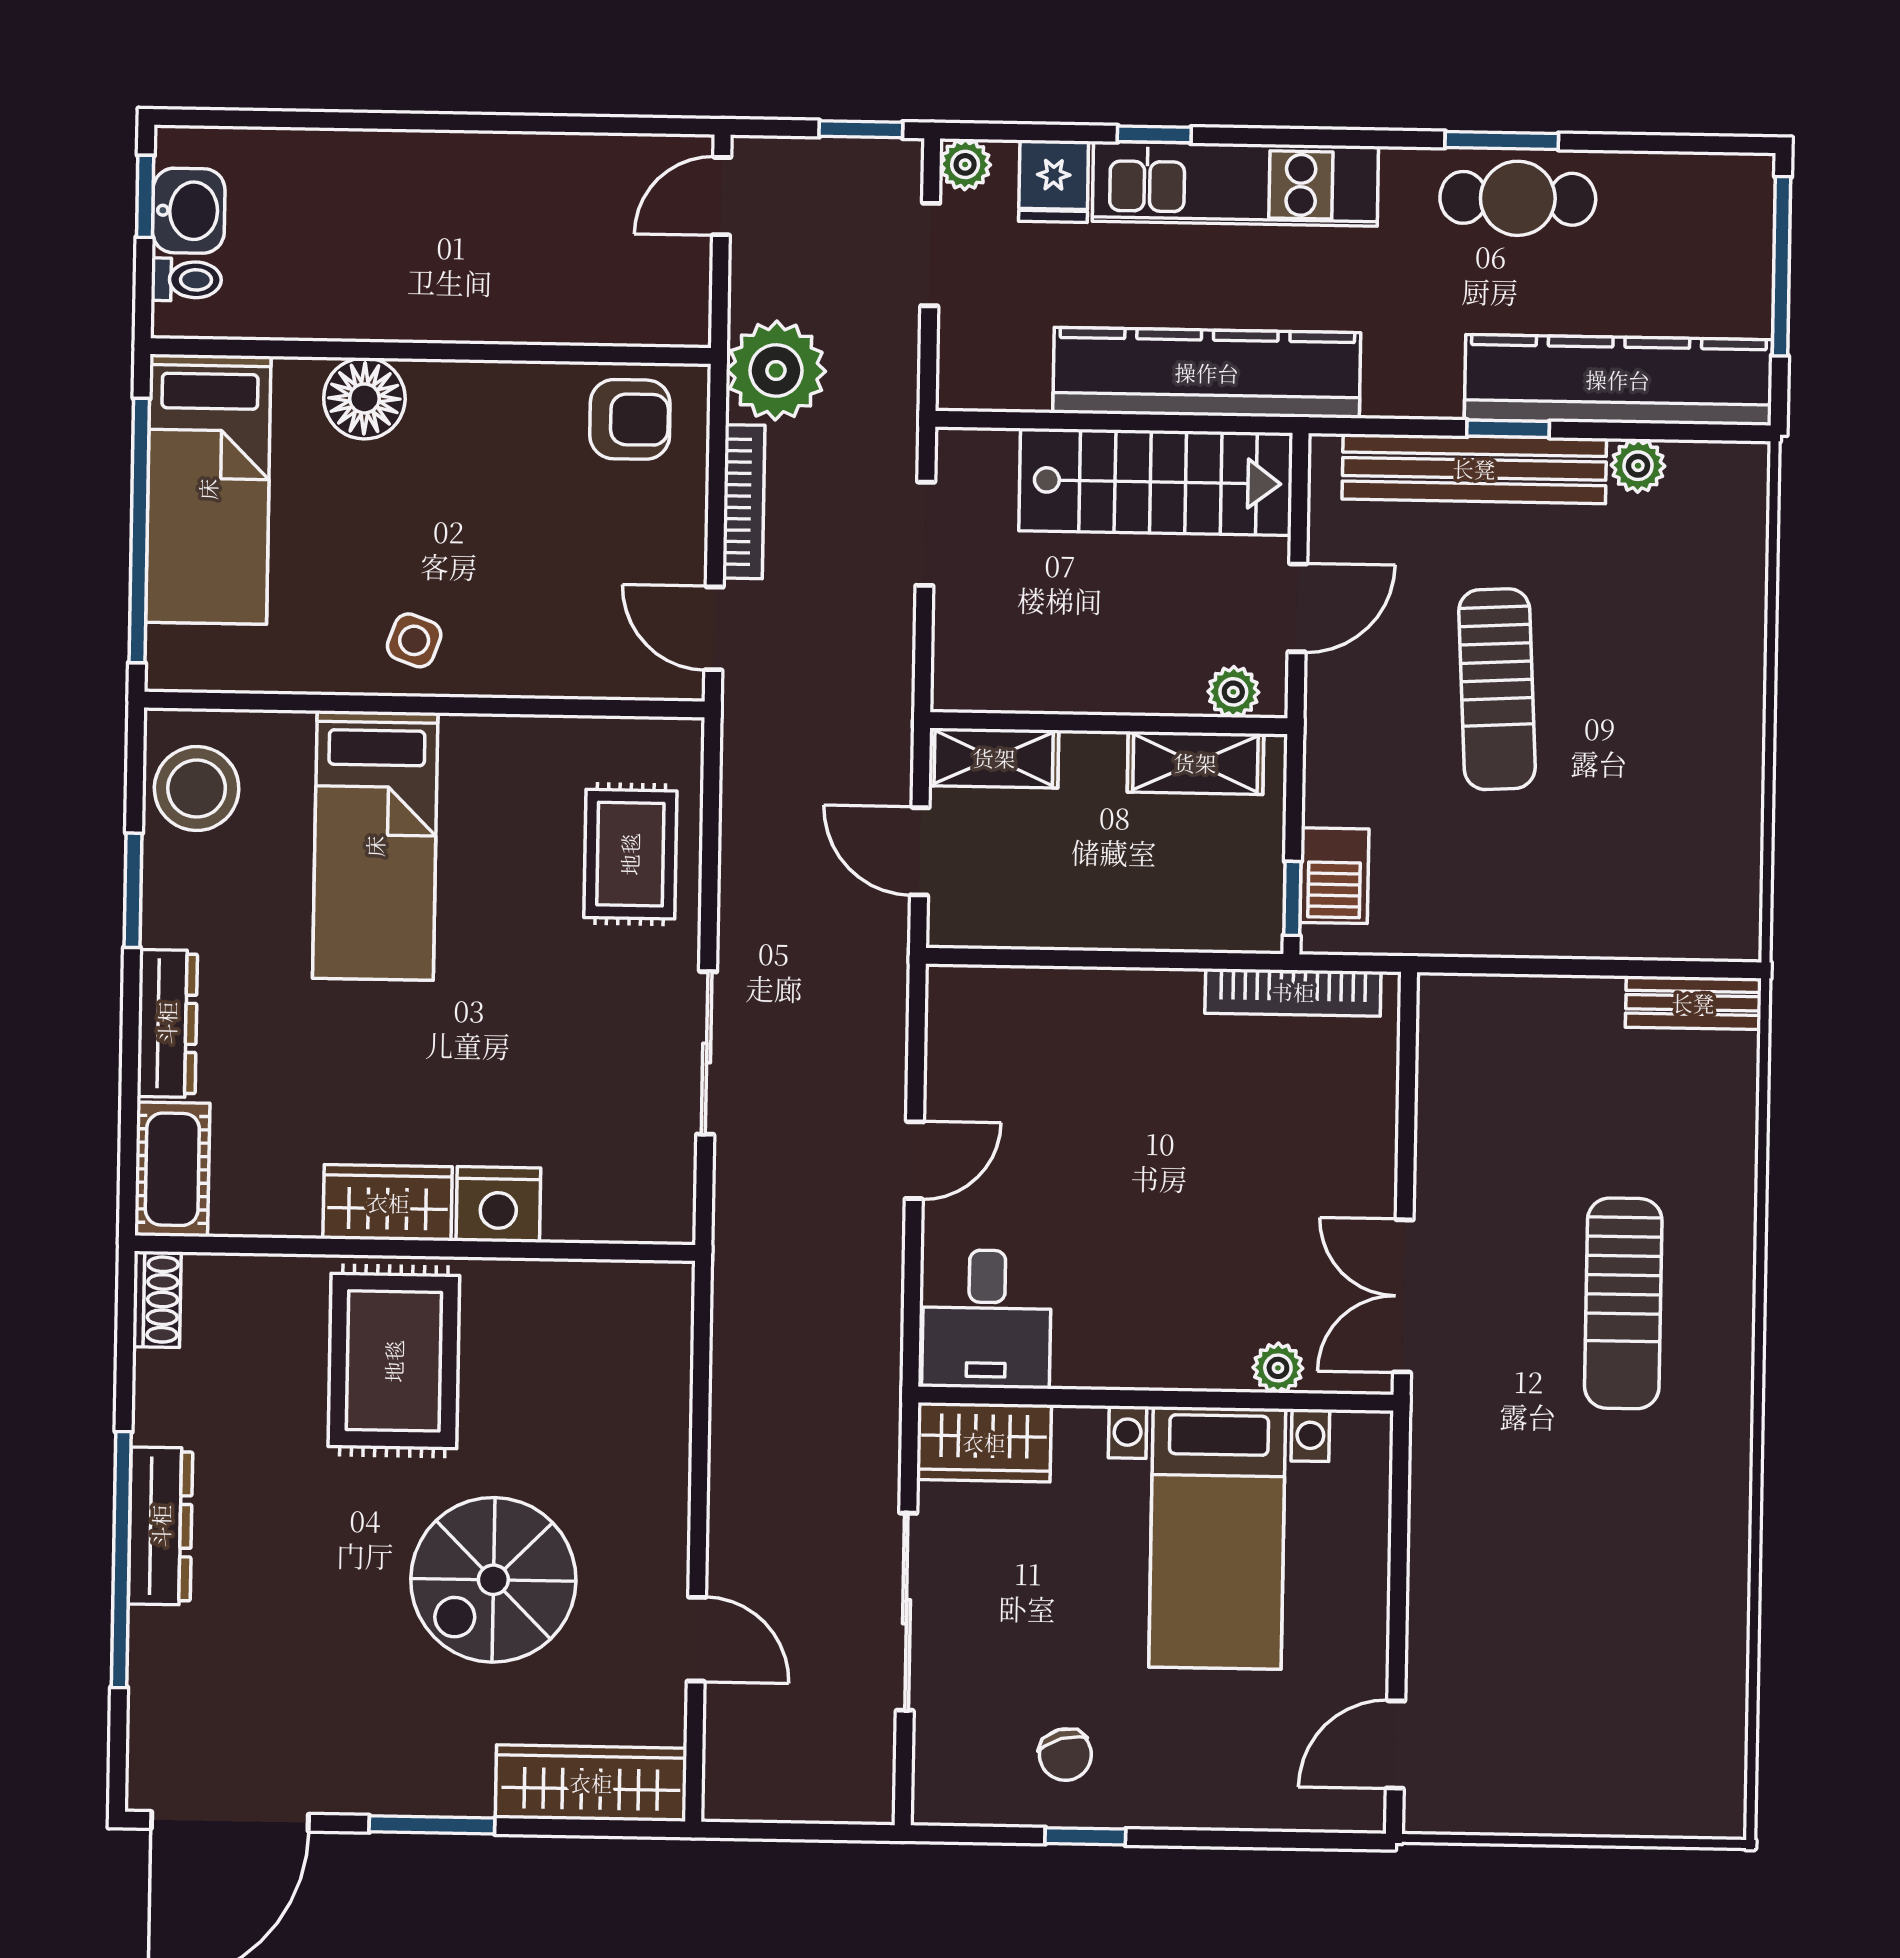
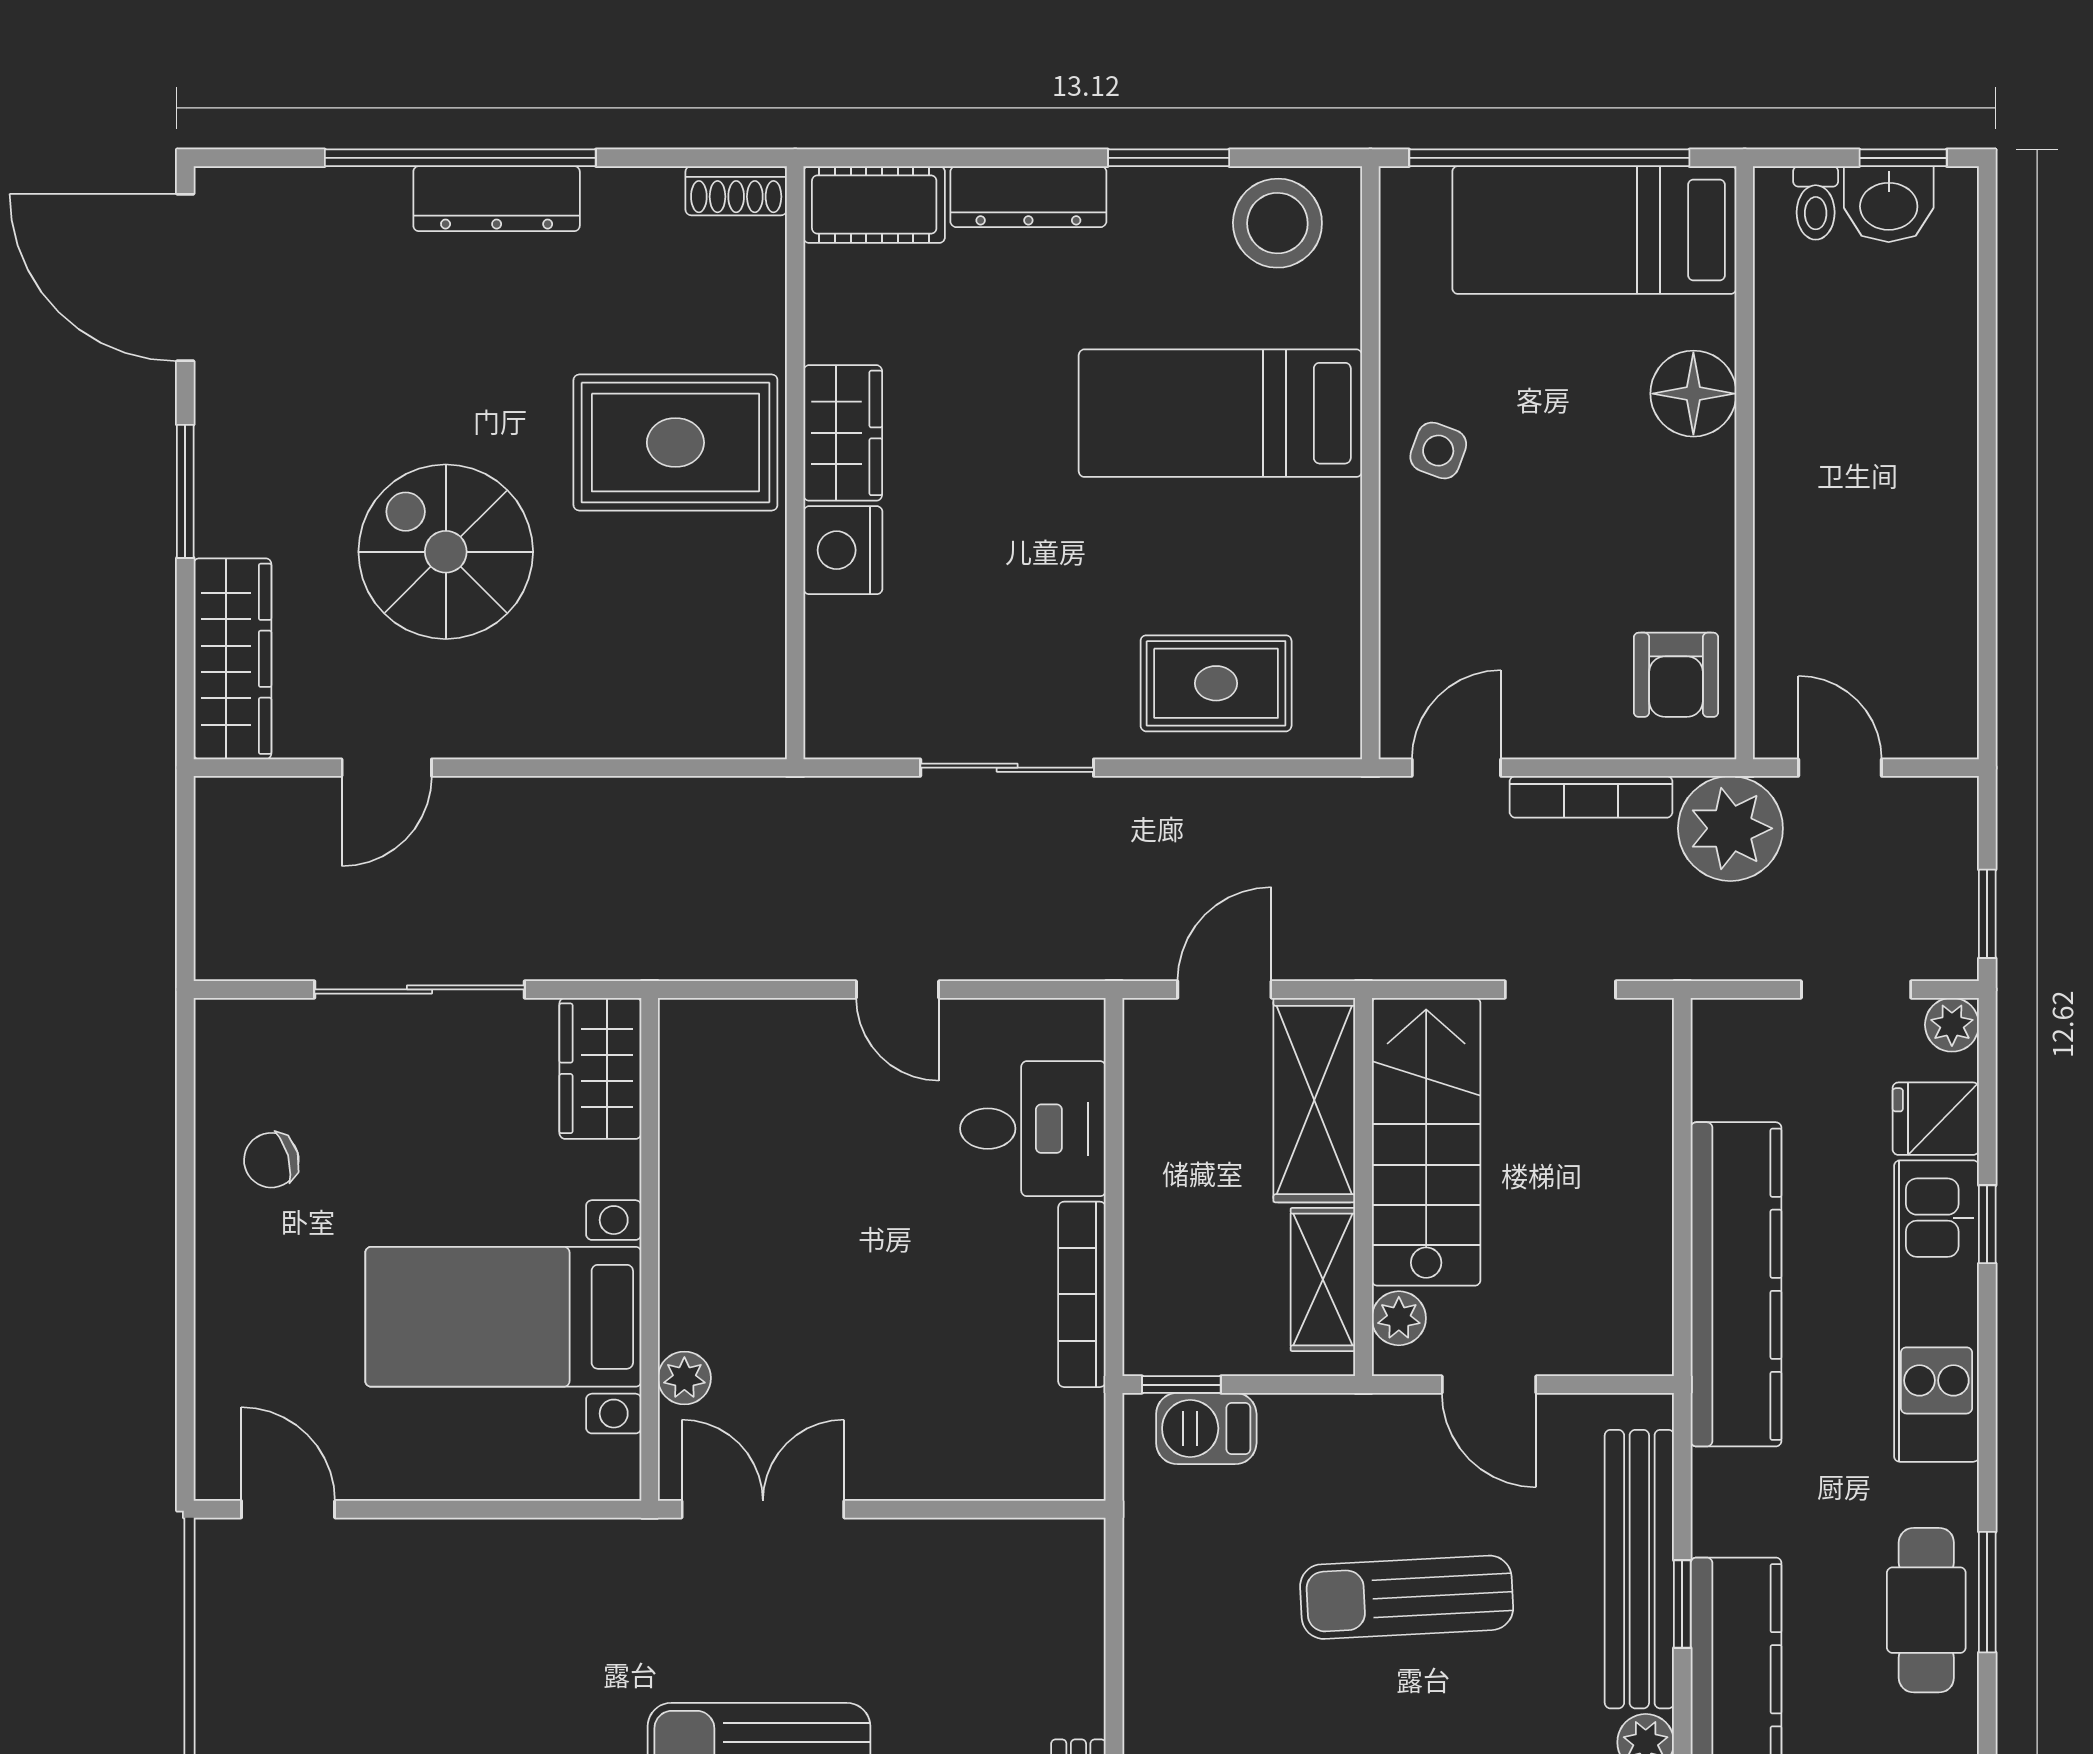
door: (722, 196) -> (1840, 768), moved
stairs: (1156, 482) -> (1426, 1142), moved, turned 180
shelving: (994, 758) -> (1314, 1100), width x1.50, depth x1.33
bookcase: (1293, 992) -> (1082, 1294), moved
desk: (987, 1319) -> (1033, 1129), moved, turned 180
window: (1085, 1836) -> (185, 1183), removed

